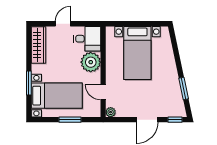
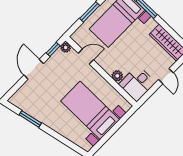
plant: (91, 62) -> (117, 76), width x0.53, depth x0.53
window: (175, 120) -> (53, 49), moved

